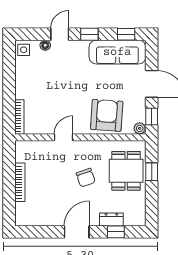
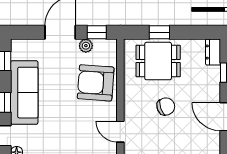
sofa: (117, 52) -> (24, 93), moved
plant: (140, 128) -> (86, 46), moved
dresser: (111, 219) -> (213, 52), moved

